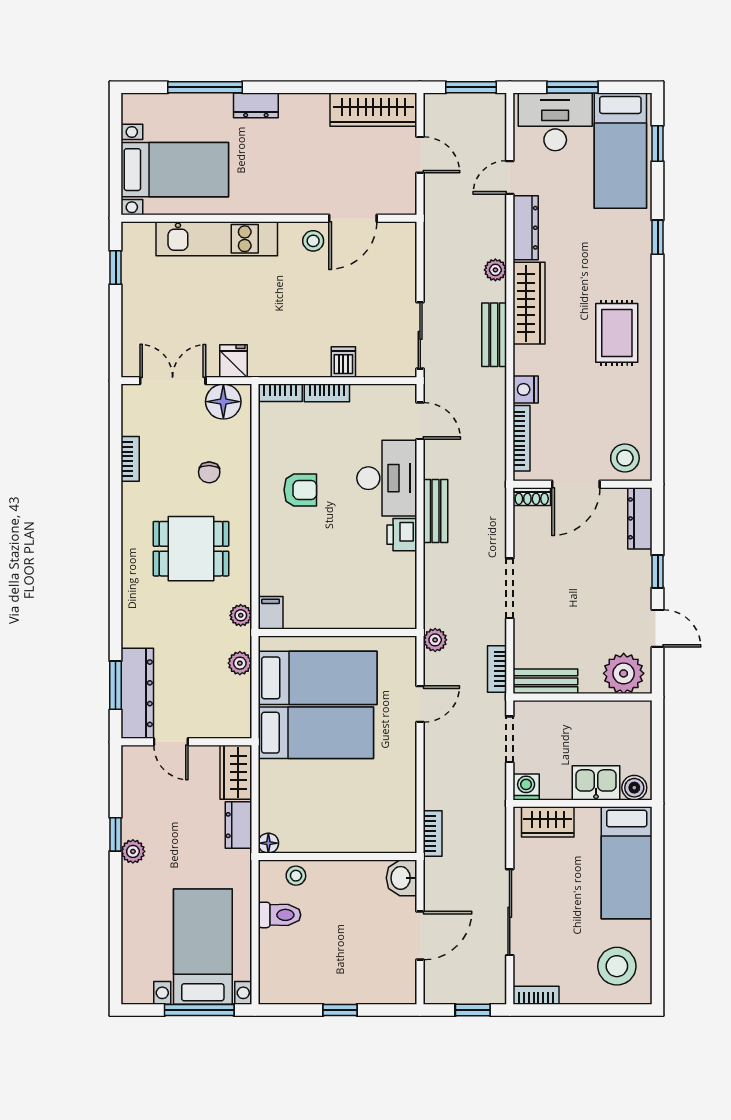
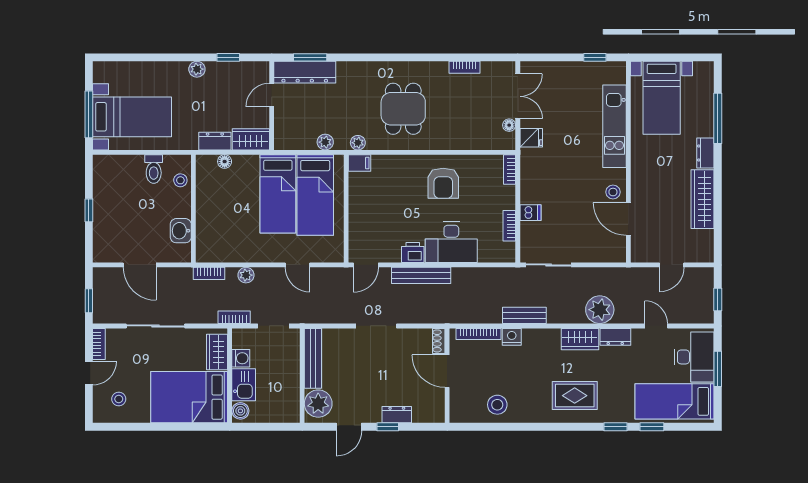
window: (471, 87) -> (718, 300), width x0.67
wardrobe: (373, 110) -> (702, 199), moved
window: (658, 143) -> (652, 427), moved
dresser: (526, 228) -> (615, 337), width x0.70
plant: (495, 270) -> (600, 310), width x1.88, depth x1.88
wardrobe: (529, 303) -> (580, 339), width x0.67
rug: (617, 333) -> (575, 396), moved
bench: (494, 335) -> (524, 315), moved
bookcase: (327, 393) -> (509, 226), moved
floor lamp: (223, 402) -> (509, 125), width x0.53, depth x0.53
door: (420, 421) -> (366, 265), moved
stool: (625, 458) -> (497, 405), moved
chair: (209, 472) -> (455, 121), removed
armchair: (300, 490) -> (443, 183), width x1.38, depth x1.38
bench: (436, 511) -> (421, 275), width x1.36
dresser: (640, 518) -> (397, 415), moved, width x0.70
plant: (435, 640) -> (246, 275), moved
bookcase: (497, 669) -> (234, 317), moved
bench: (545, 681) -> (313, 358), width x1.36
washing machine: (526, 787) -> (241, 358), moved
window: (116, 834) -> (228, 57), moved
floor lamp: (268, 843) -> (225, 162), moved
bed: (627, 863) -> (189, 397), width x1.50
washbasin: (402, 878) -> (181, 231), moved, turned -90
stool: (617, 966) -> (119, 399), width x0.53, depth x0.53
door: (579, 1010) -> (89, 373), added

